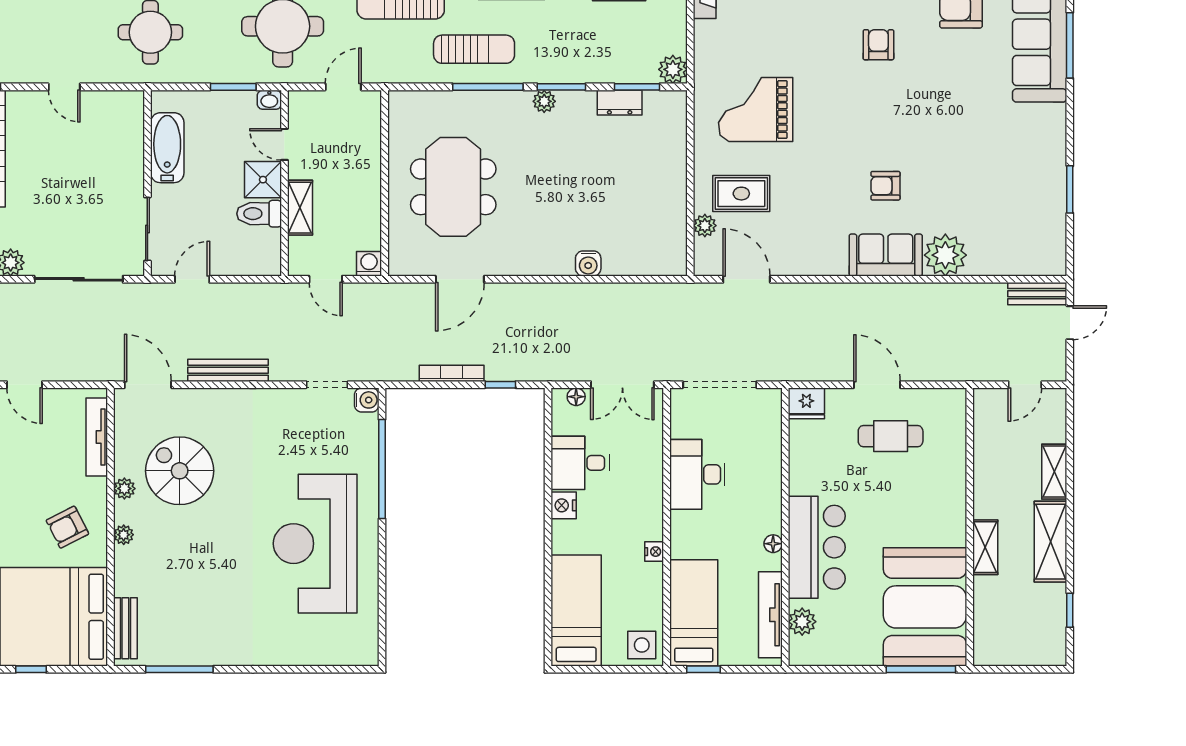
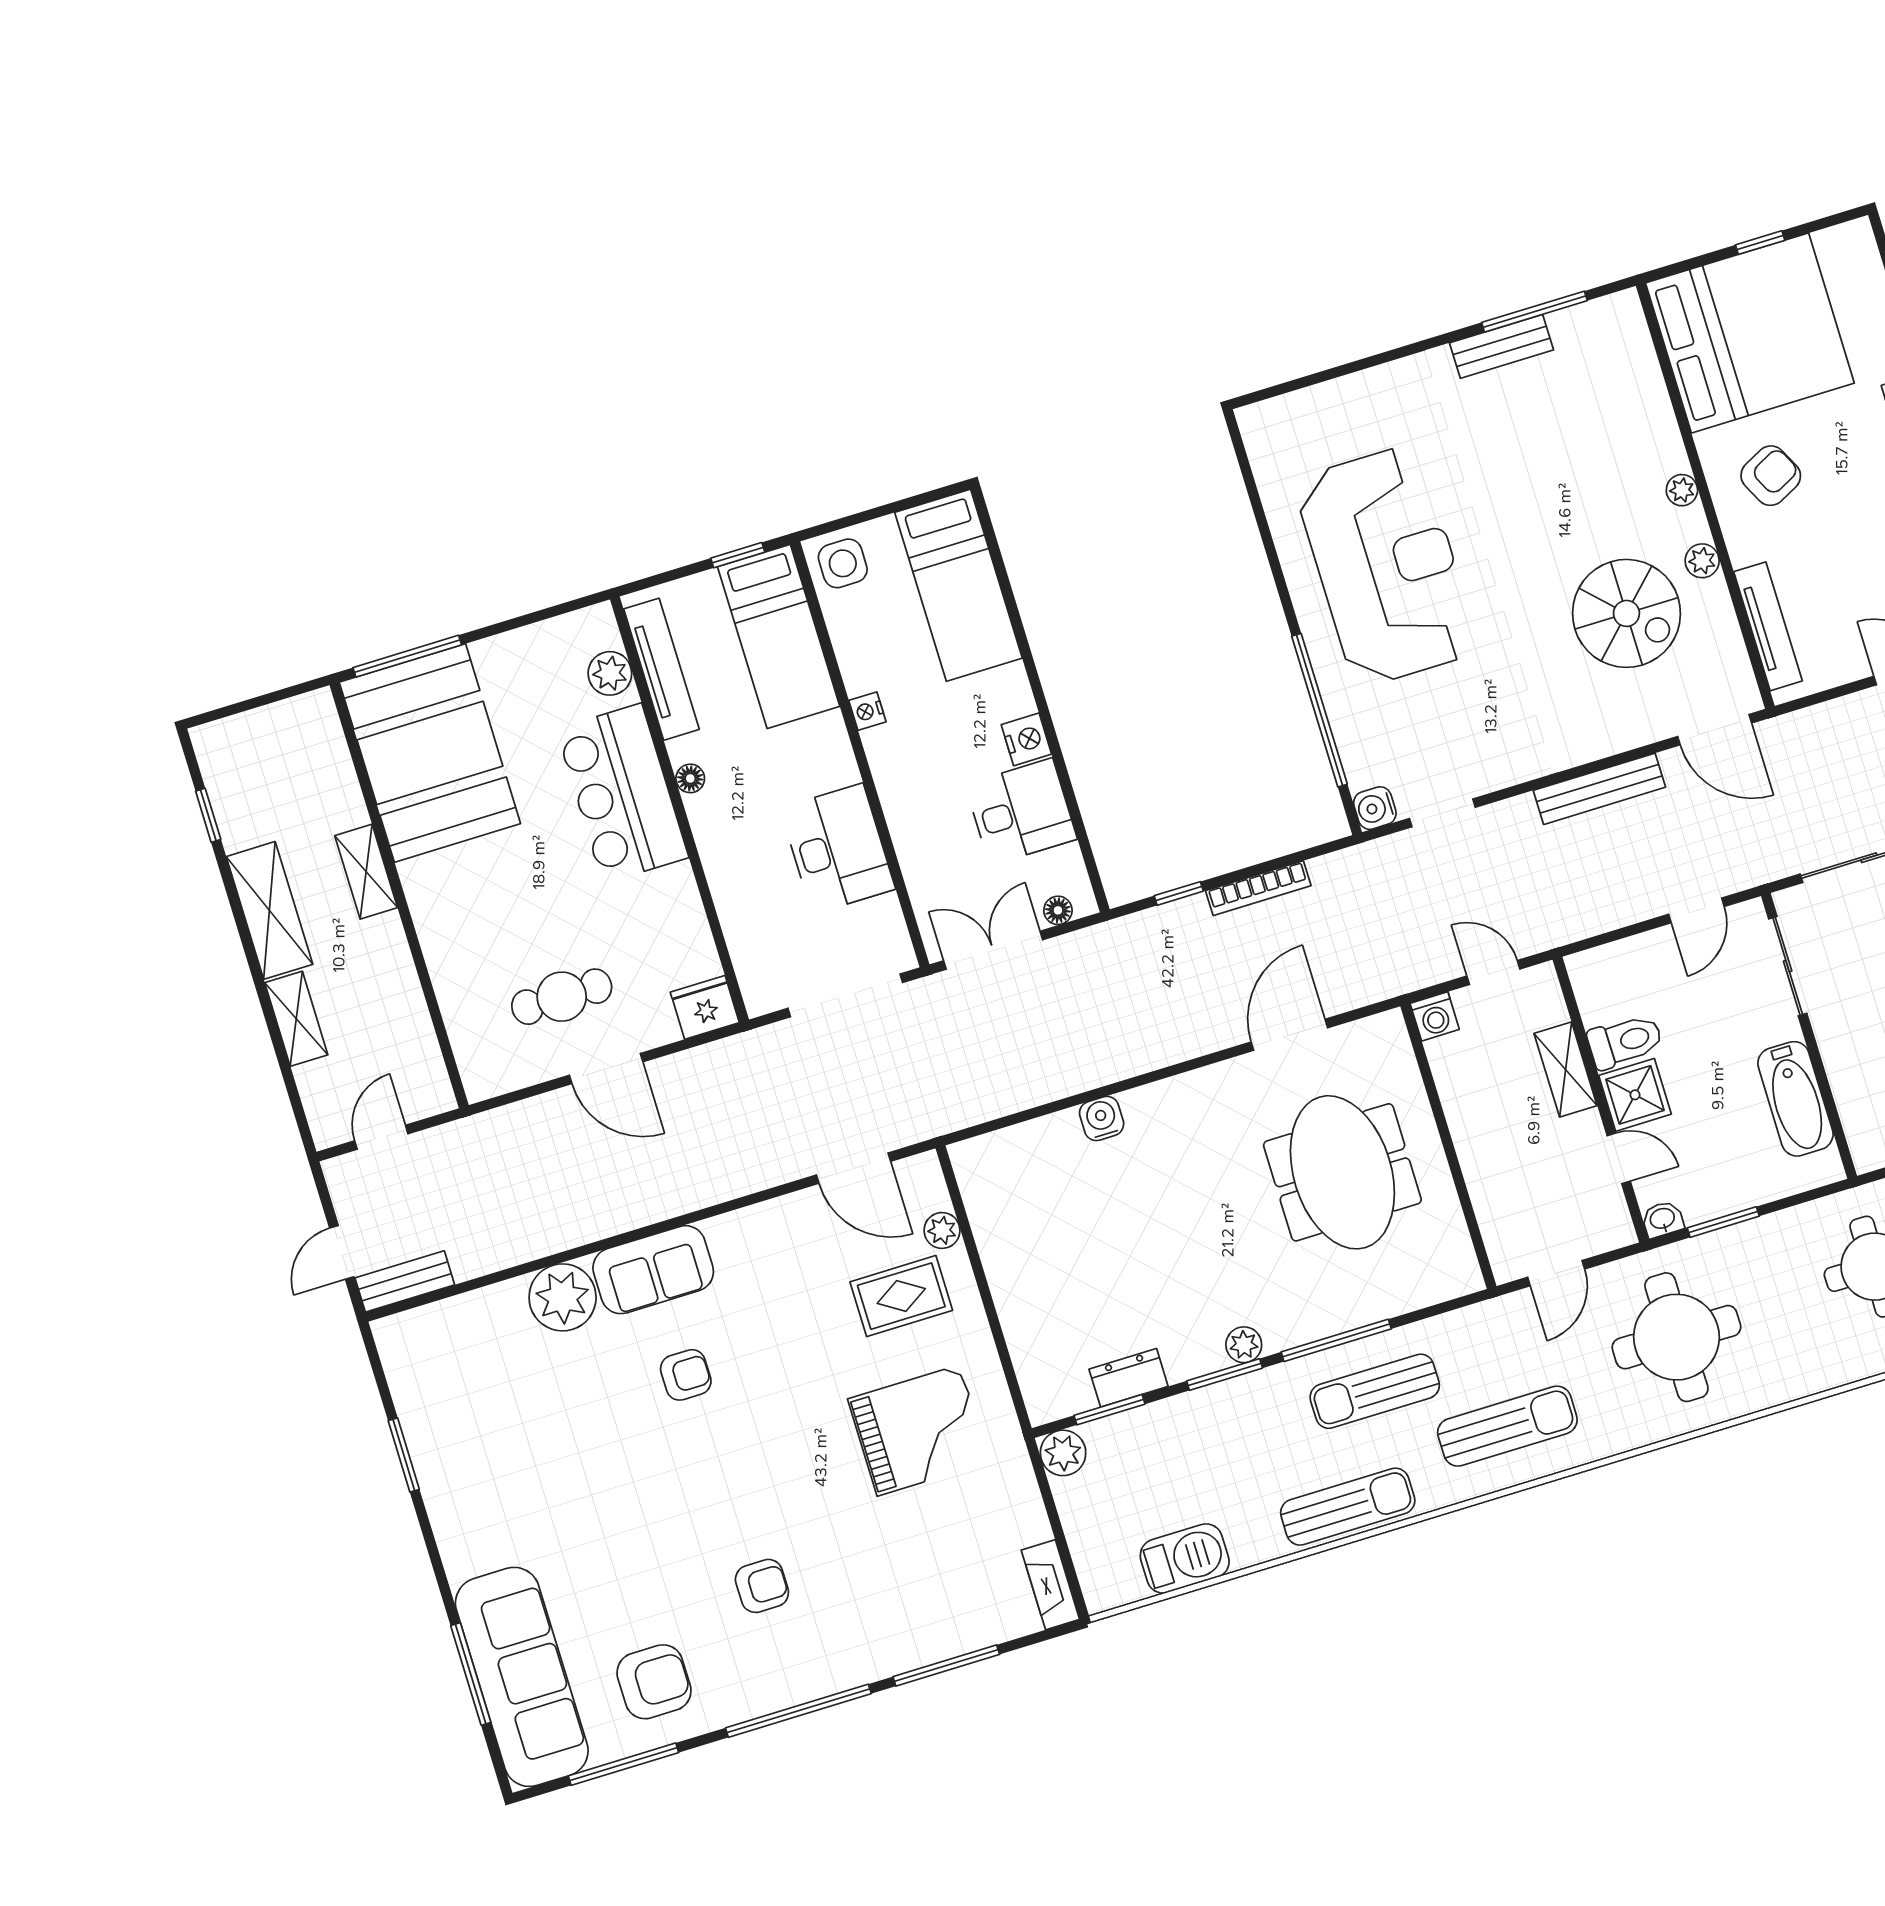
armchair: (878, 45) -> (762, 1586), turned -90
bench: (125, 628) -> (1502, 346), moved, turned 90

